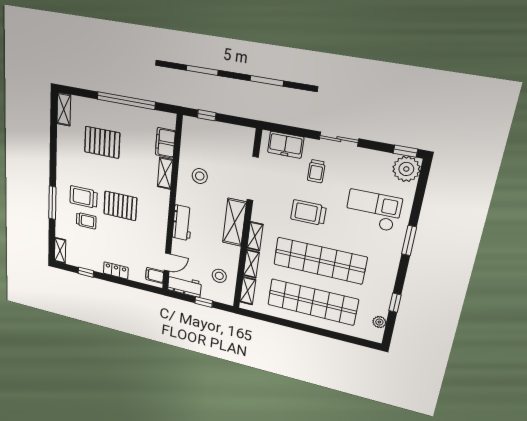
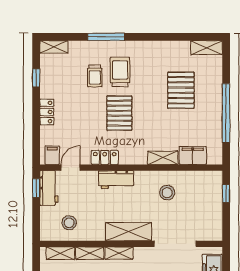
locker: (160, 229) -> (105, 157), added
door: (167, 262) -> (71, 168), swing flipped
window: (204, 302) -> (36, 188), moved

